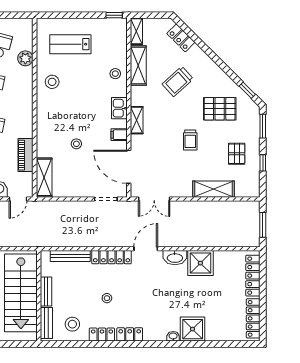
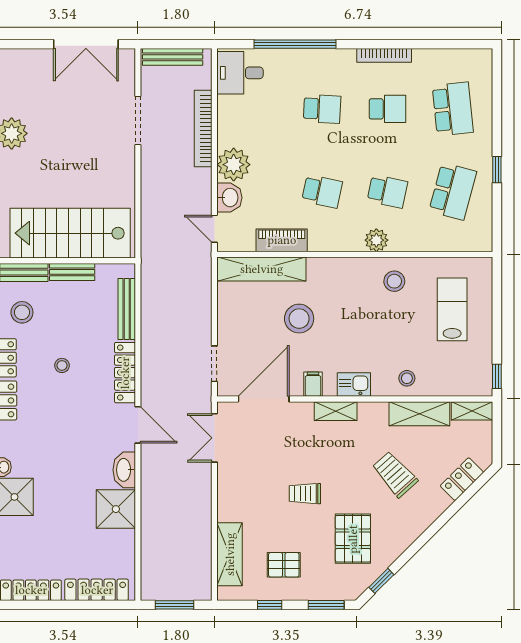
plant: (25, 58) -> (376, 240), moved
stool: (76, 144) -> (299, 319), width x1.89, depth x1.89
shelving: (44, 177) -> (262, 269), width x1.47
shelving: (214, 189) -> (230, 554), moved

